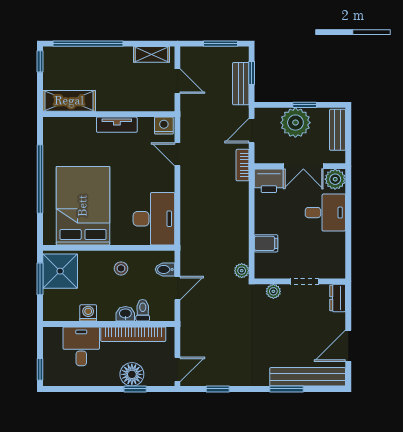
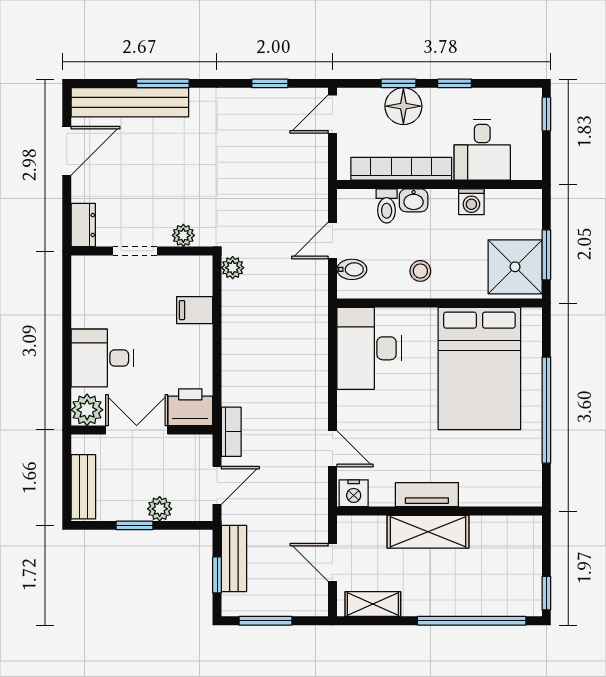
shelving: (69, 101) -> (428, 532), moved
plant: (295, 123) -> (160, 509), width x0.53, depth x0.53
window: (99, 389) -> (455, 83), added

